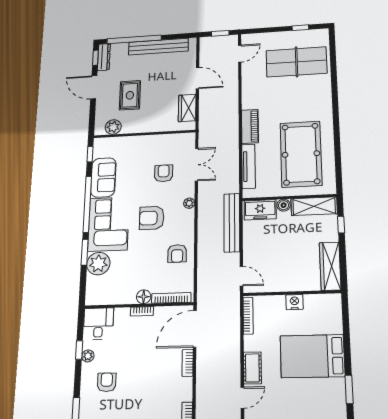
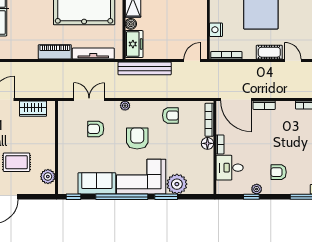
armchair: (152, 218) -> (137, 138), turned 180
nightstand: (294, 302) -> (216, 30), moved
desk: (98, 324) -> (230, 168), moved

